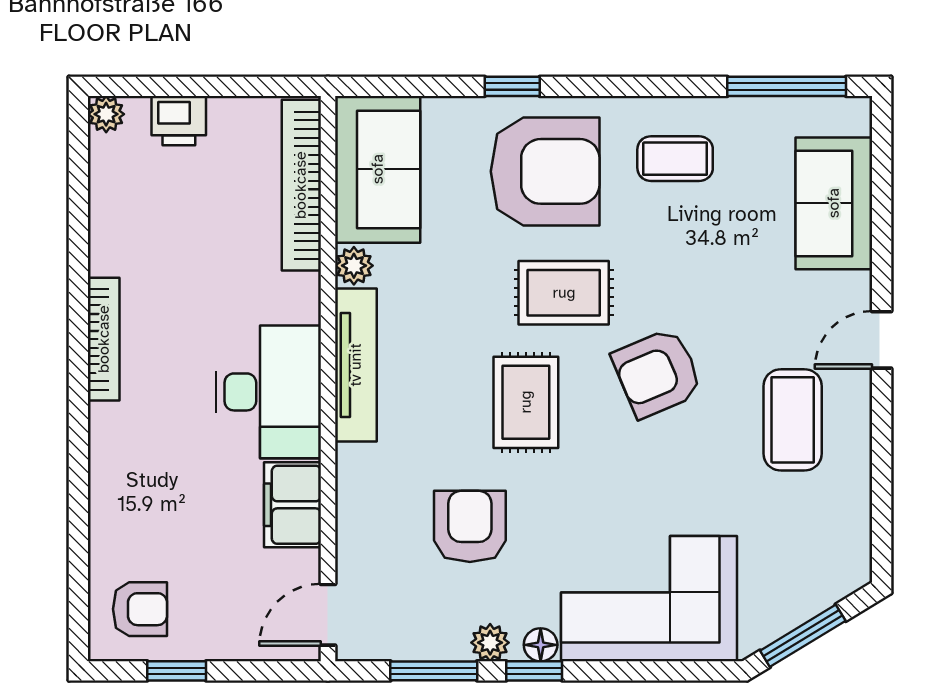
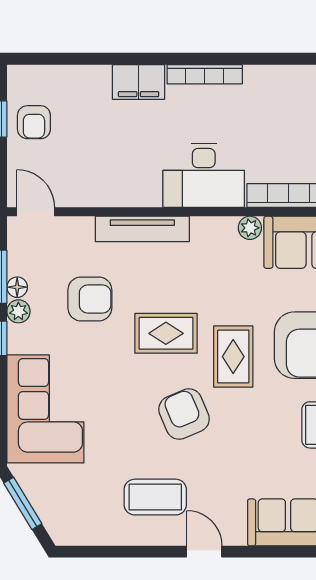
tv unit: (356, 365) -> (142, 229), moved
desk: (269, 392) -> (204, 175), moved
filing cabinet: (292, 505) -> (139, 82), moved, turned 180
armchair: (140, 609) -> (34, 122), moved
floor lamp: (541, 645) -> (17, 287), moved

